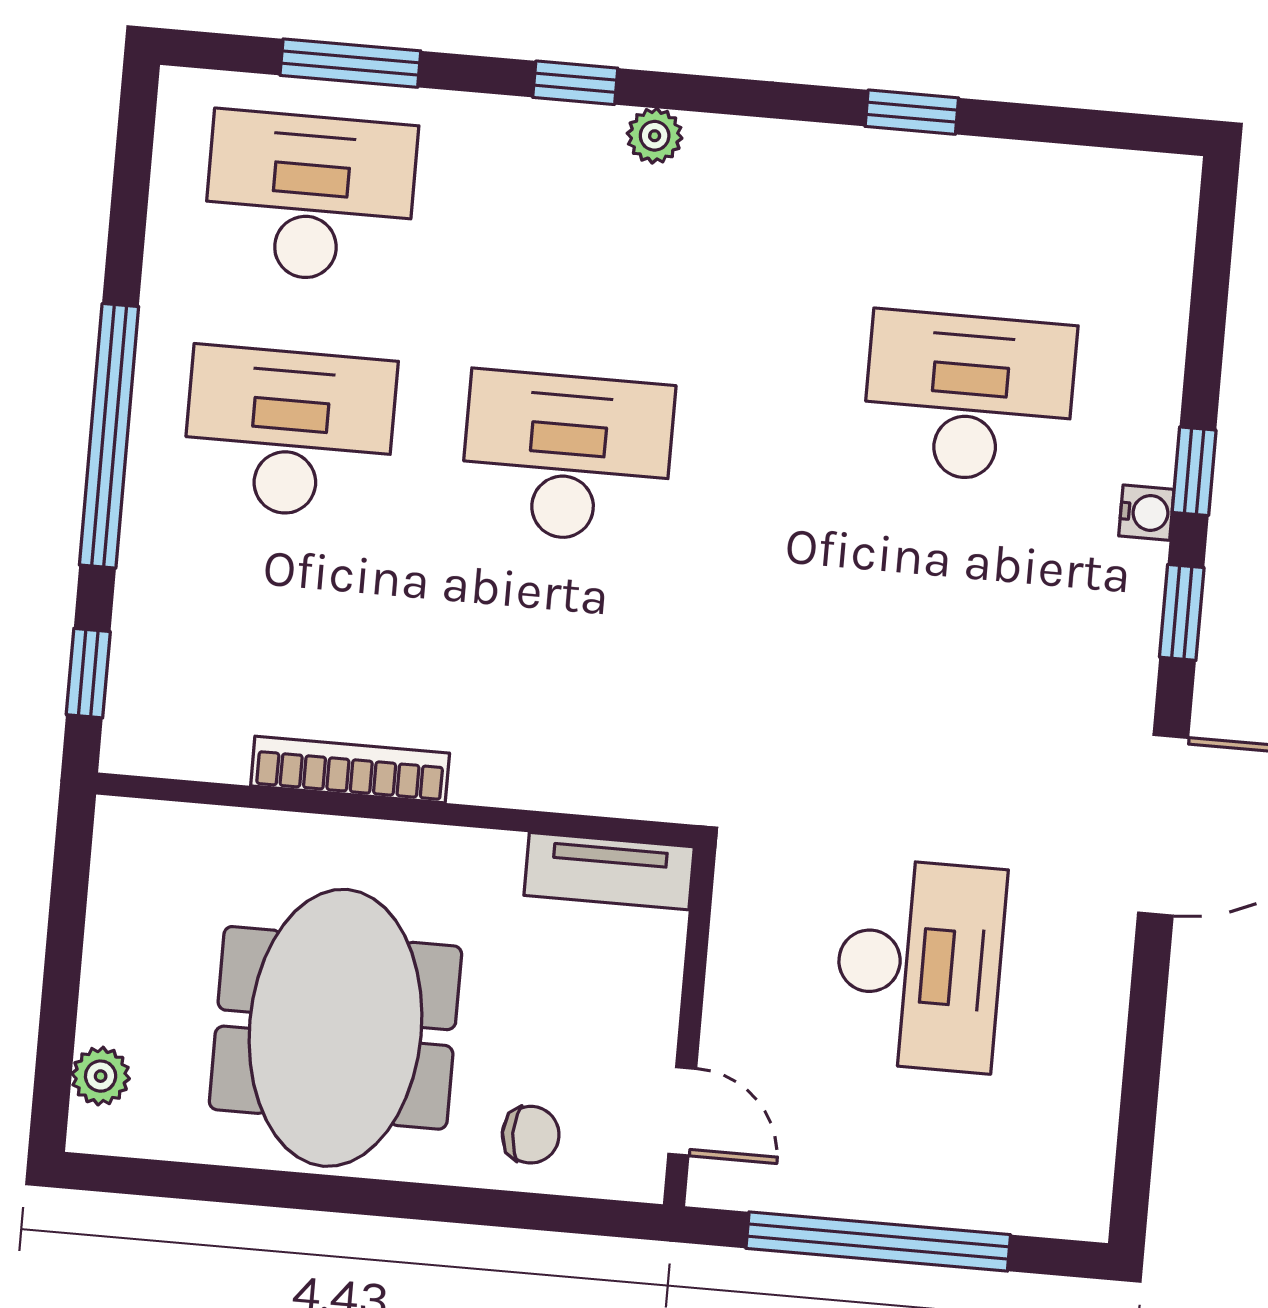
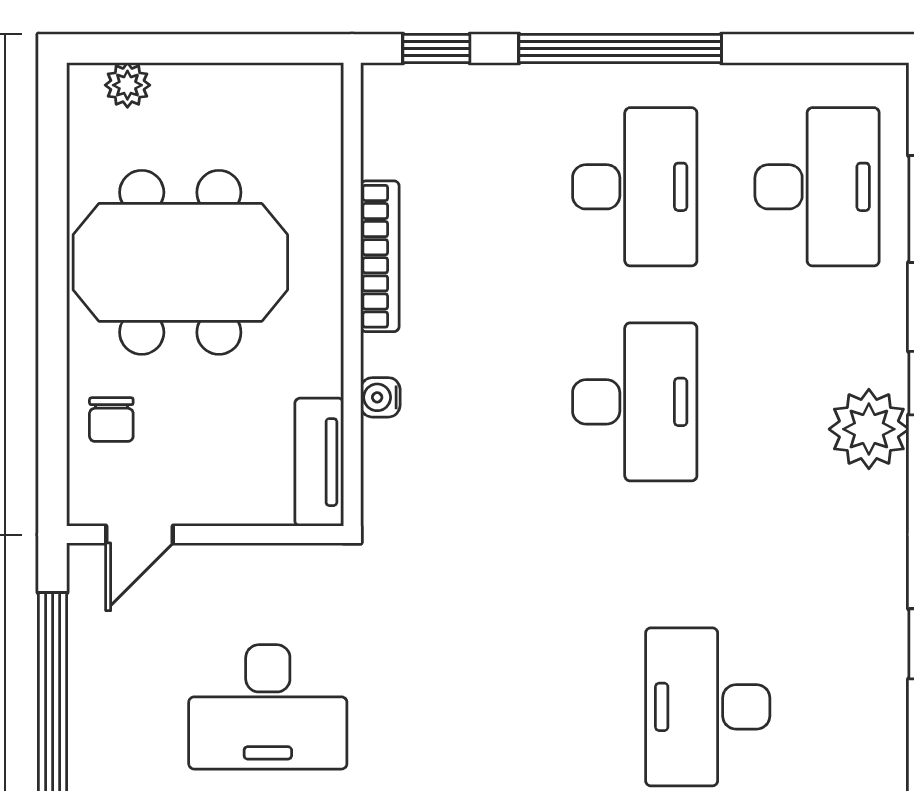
plant: (655, 136) -> (869, 429), width x1.87, depth x1.87
desk: (969, 397) -> (708, 707), turned 180
water cooler: (532, 785) -> (380, 397), added

